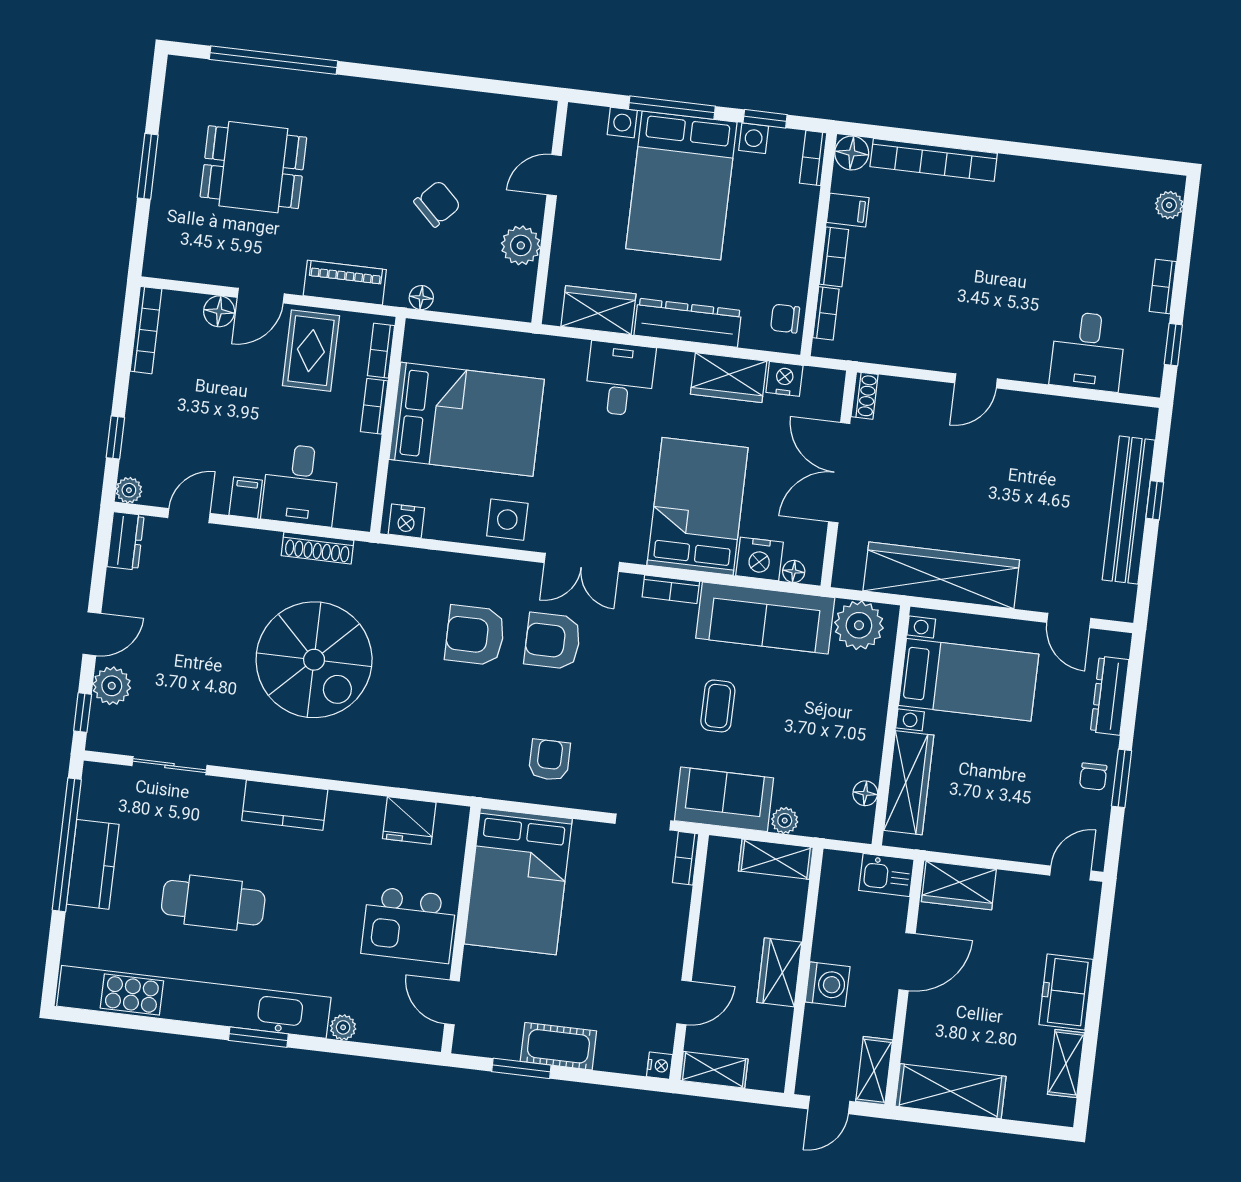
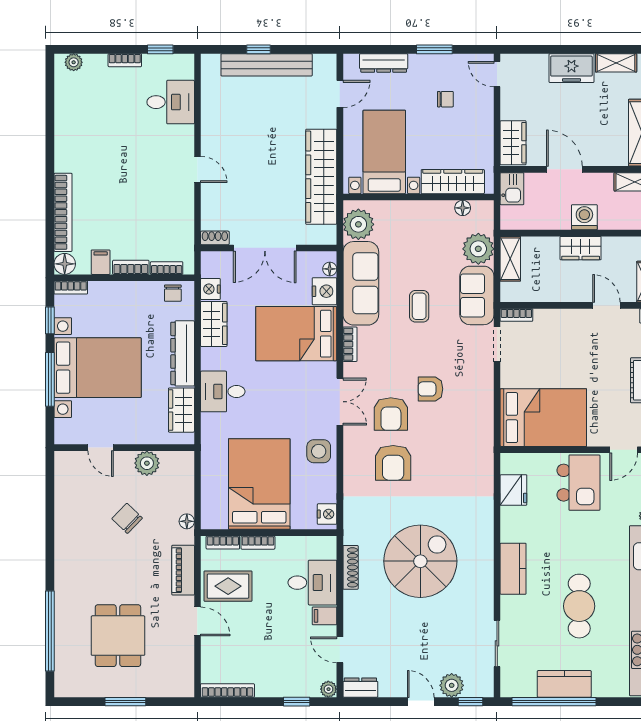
floor lamp: (219, 311) -> (210, 646), removed
coffee table: (718, 706) -> (419, 306), turned 90
armchair: (549, 760) -> (430, 389), moved
chair: (1093, 776) -> (445, 99), moved
plant: (785, 820) -> (478, 249), width x1.87, depth x1.87

